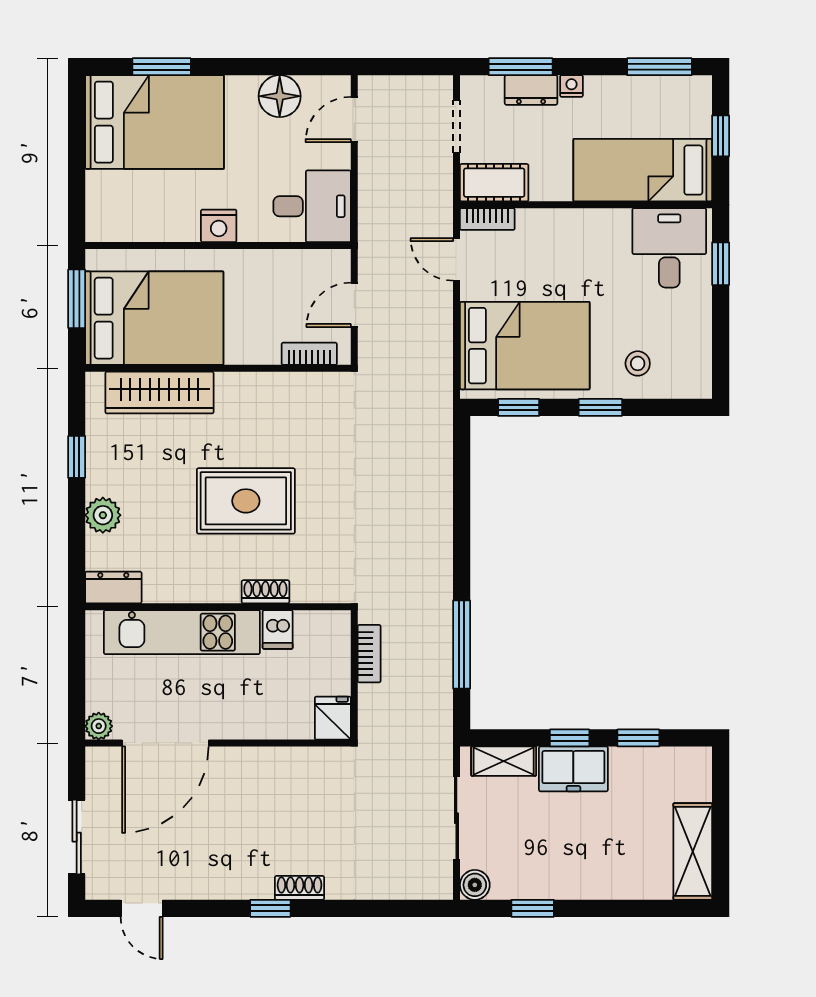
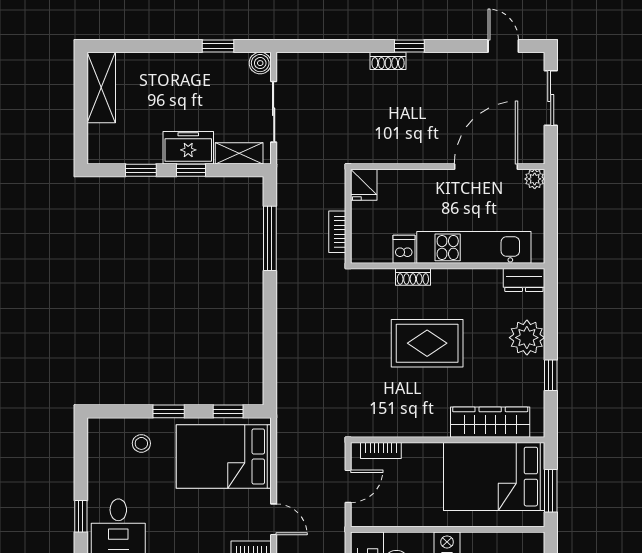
plant: (103, 515) -> (527, 338), width x1.36, depth x1.36

